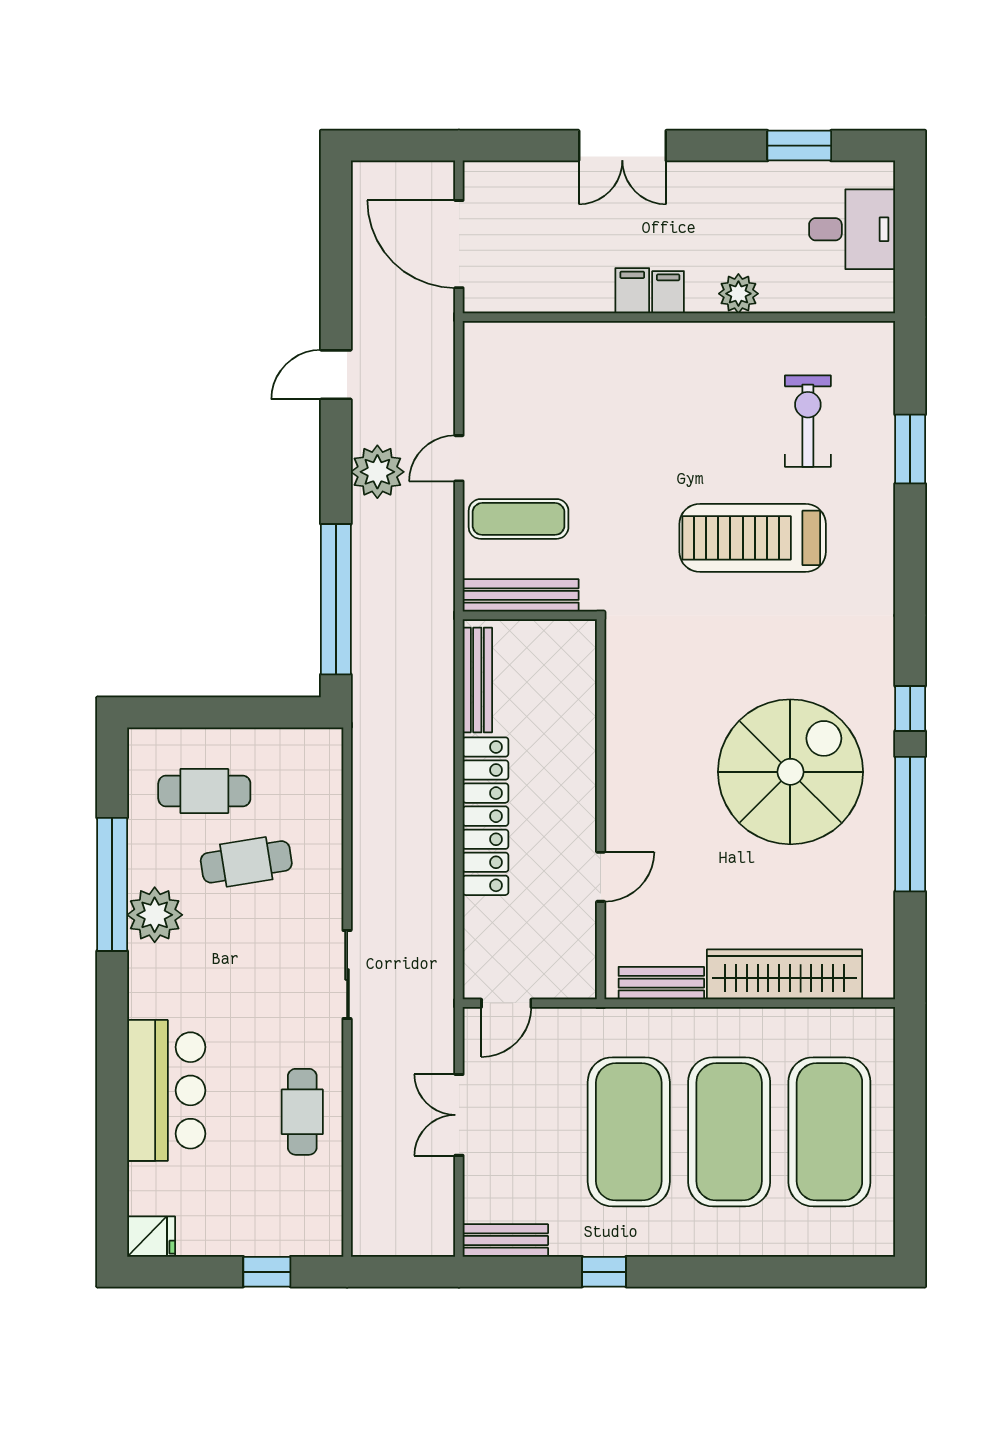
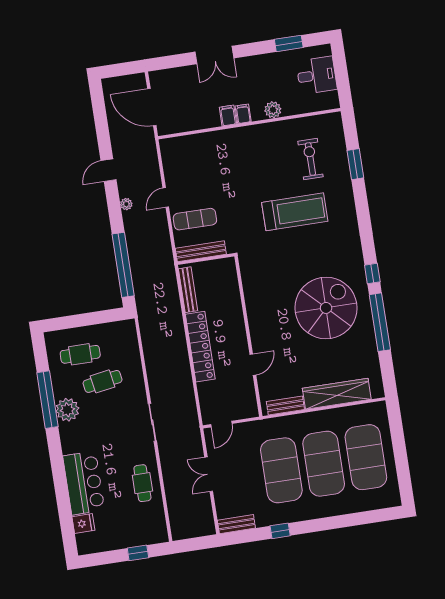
plant: (377, 472) -> (126, 204), width x0.53, depth x0.53
treadmill: (753, 538) -> (295, 212), turned 180
fridge: (151, 1237) -> (83, 523), moved

